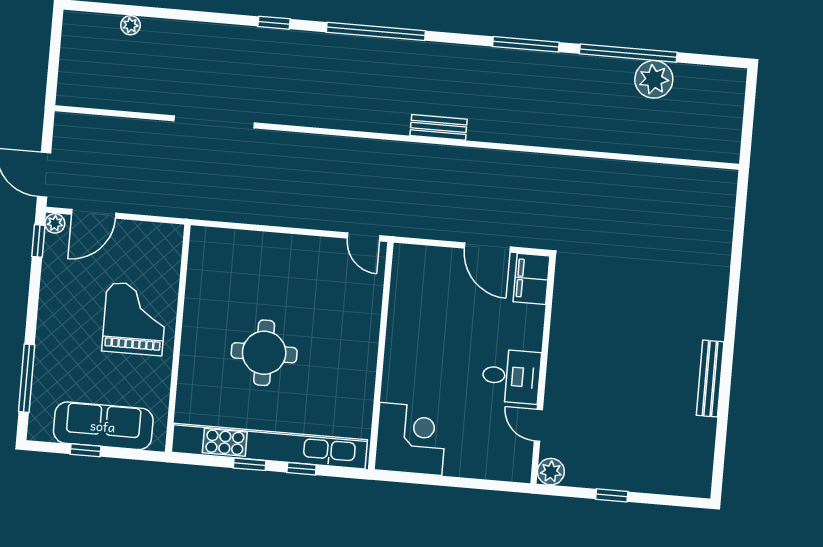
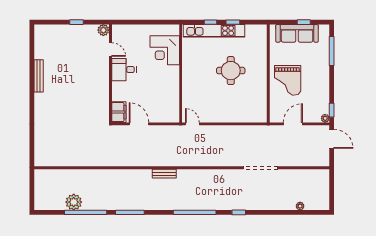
door: (94, 214) -> (293, 124), moved
corner desk: (411, 439) -> (165, 50), moved
kitchen unit: (269, 446) -> (214, 31), width x0.73

